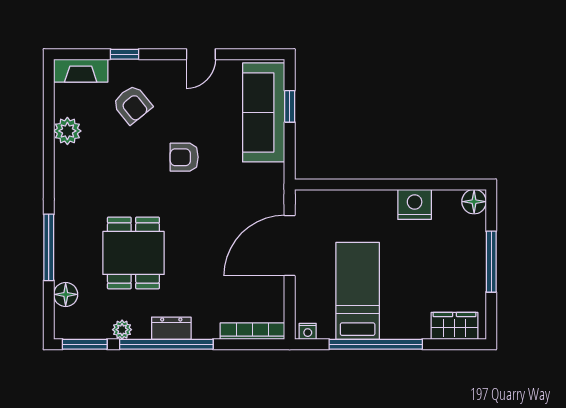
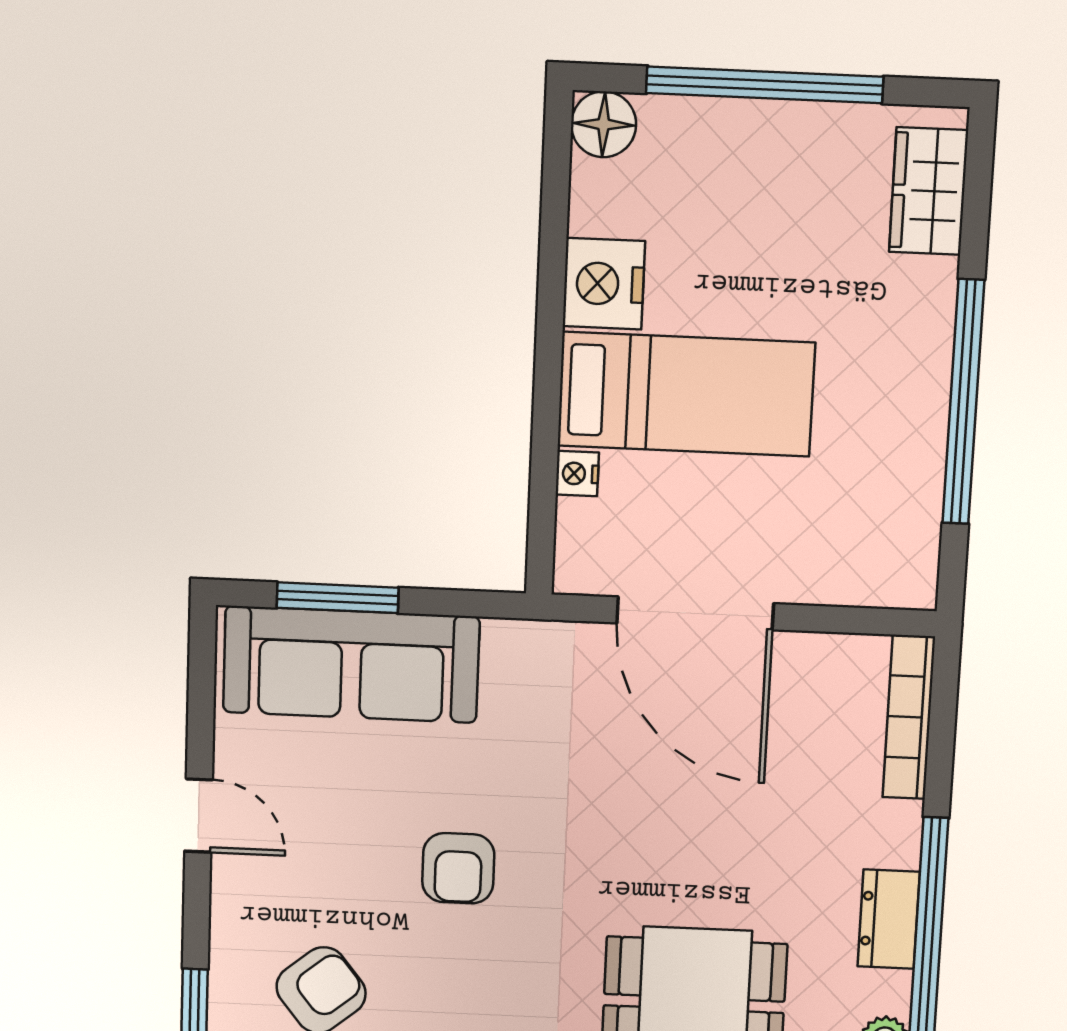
window: (290, 106) -> (338, 598), width x1.50
window: (491, 262) -> (765, 85), width x1.46
bed: (358, 291) -> (686, 394), moved, turned 180
nightstand: (308, 331) -> (577, 474), moved, turned 180

